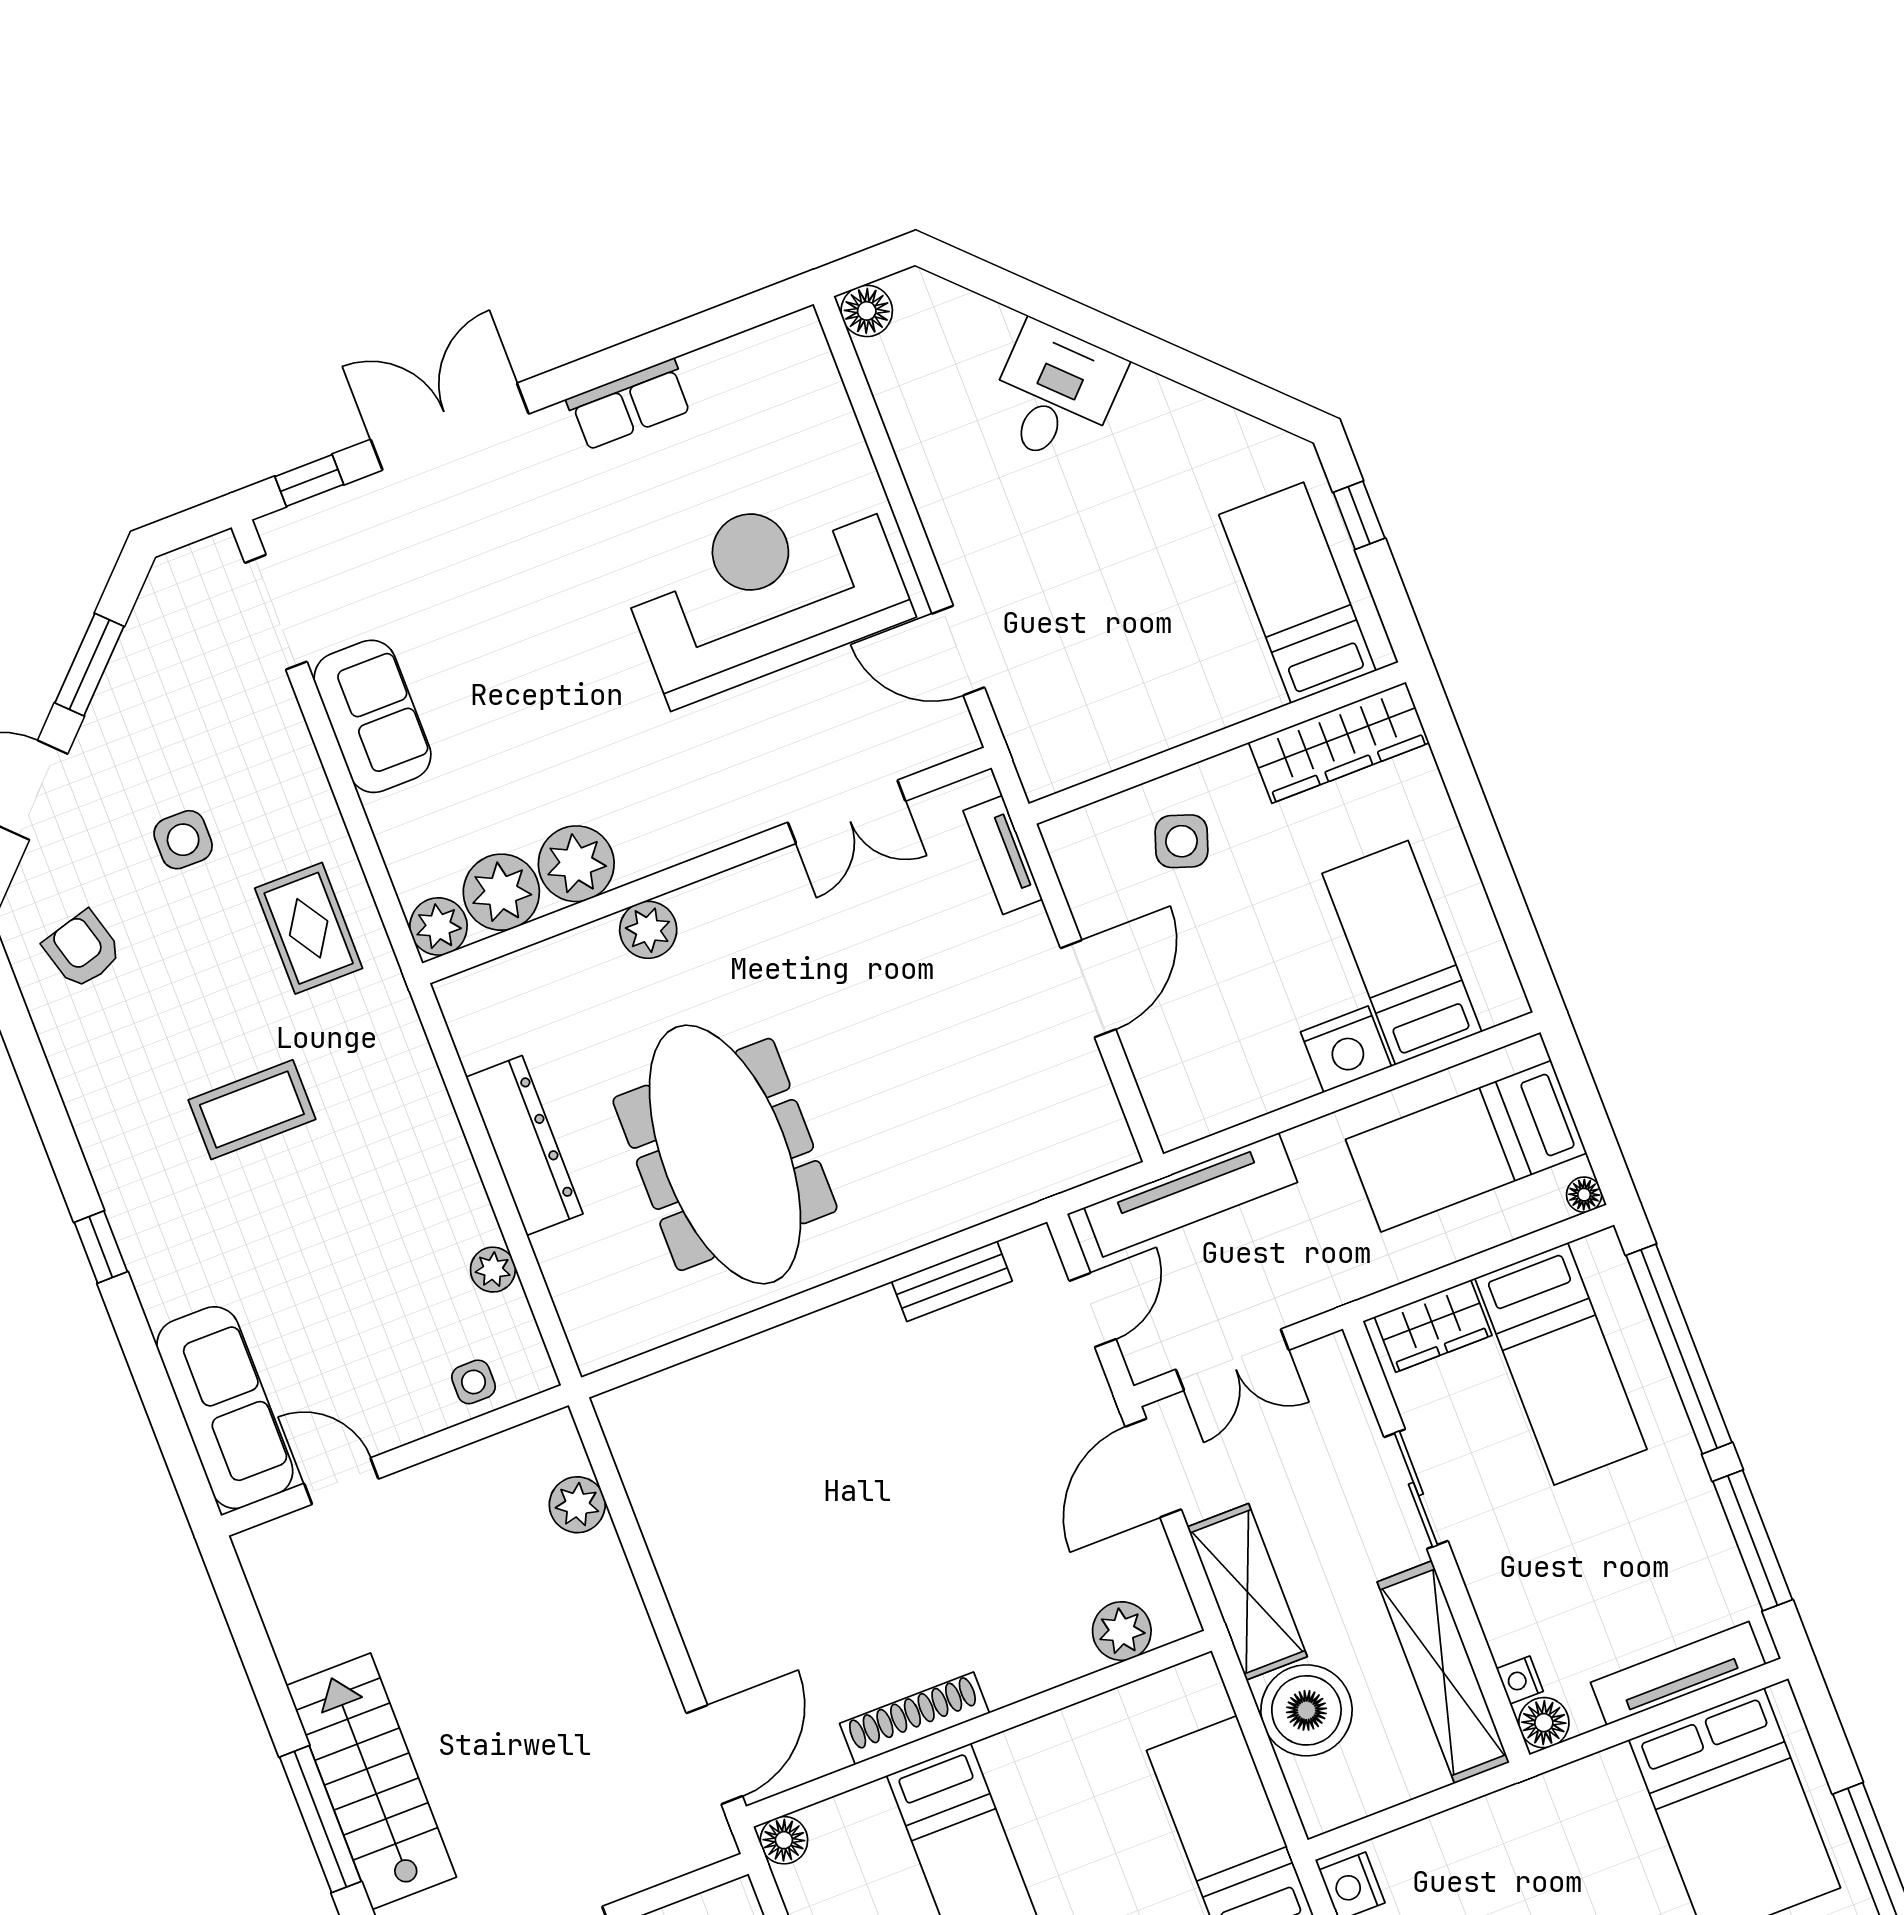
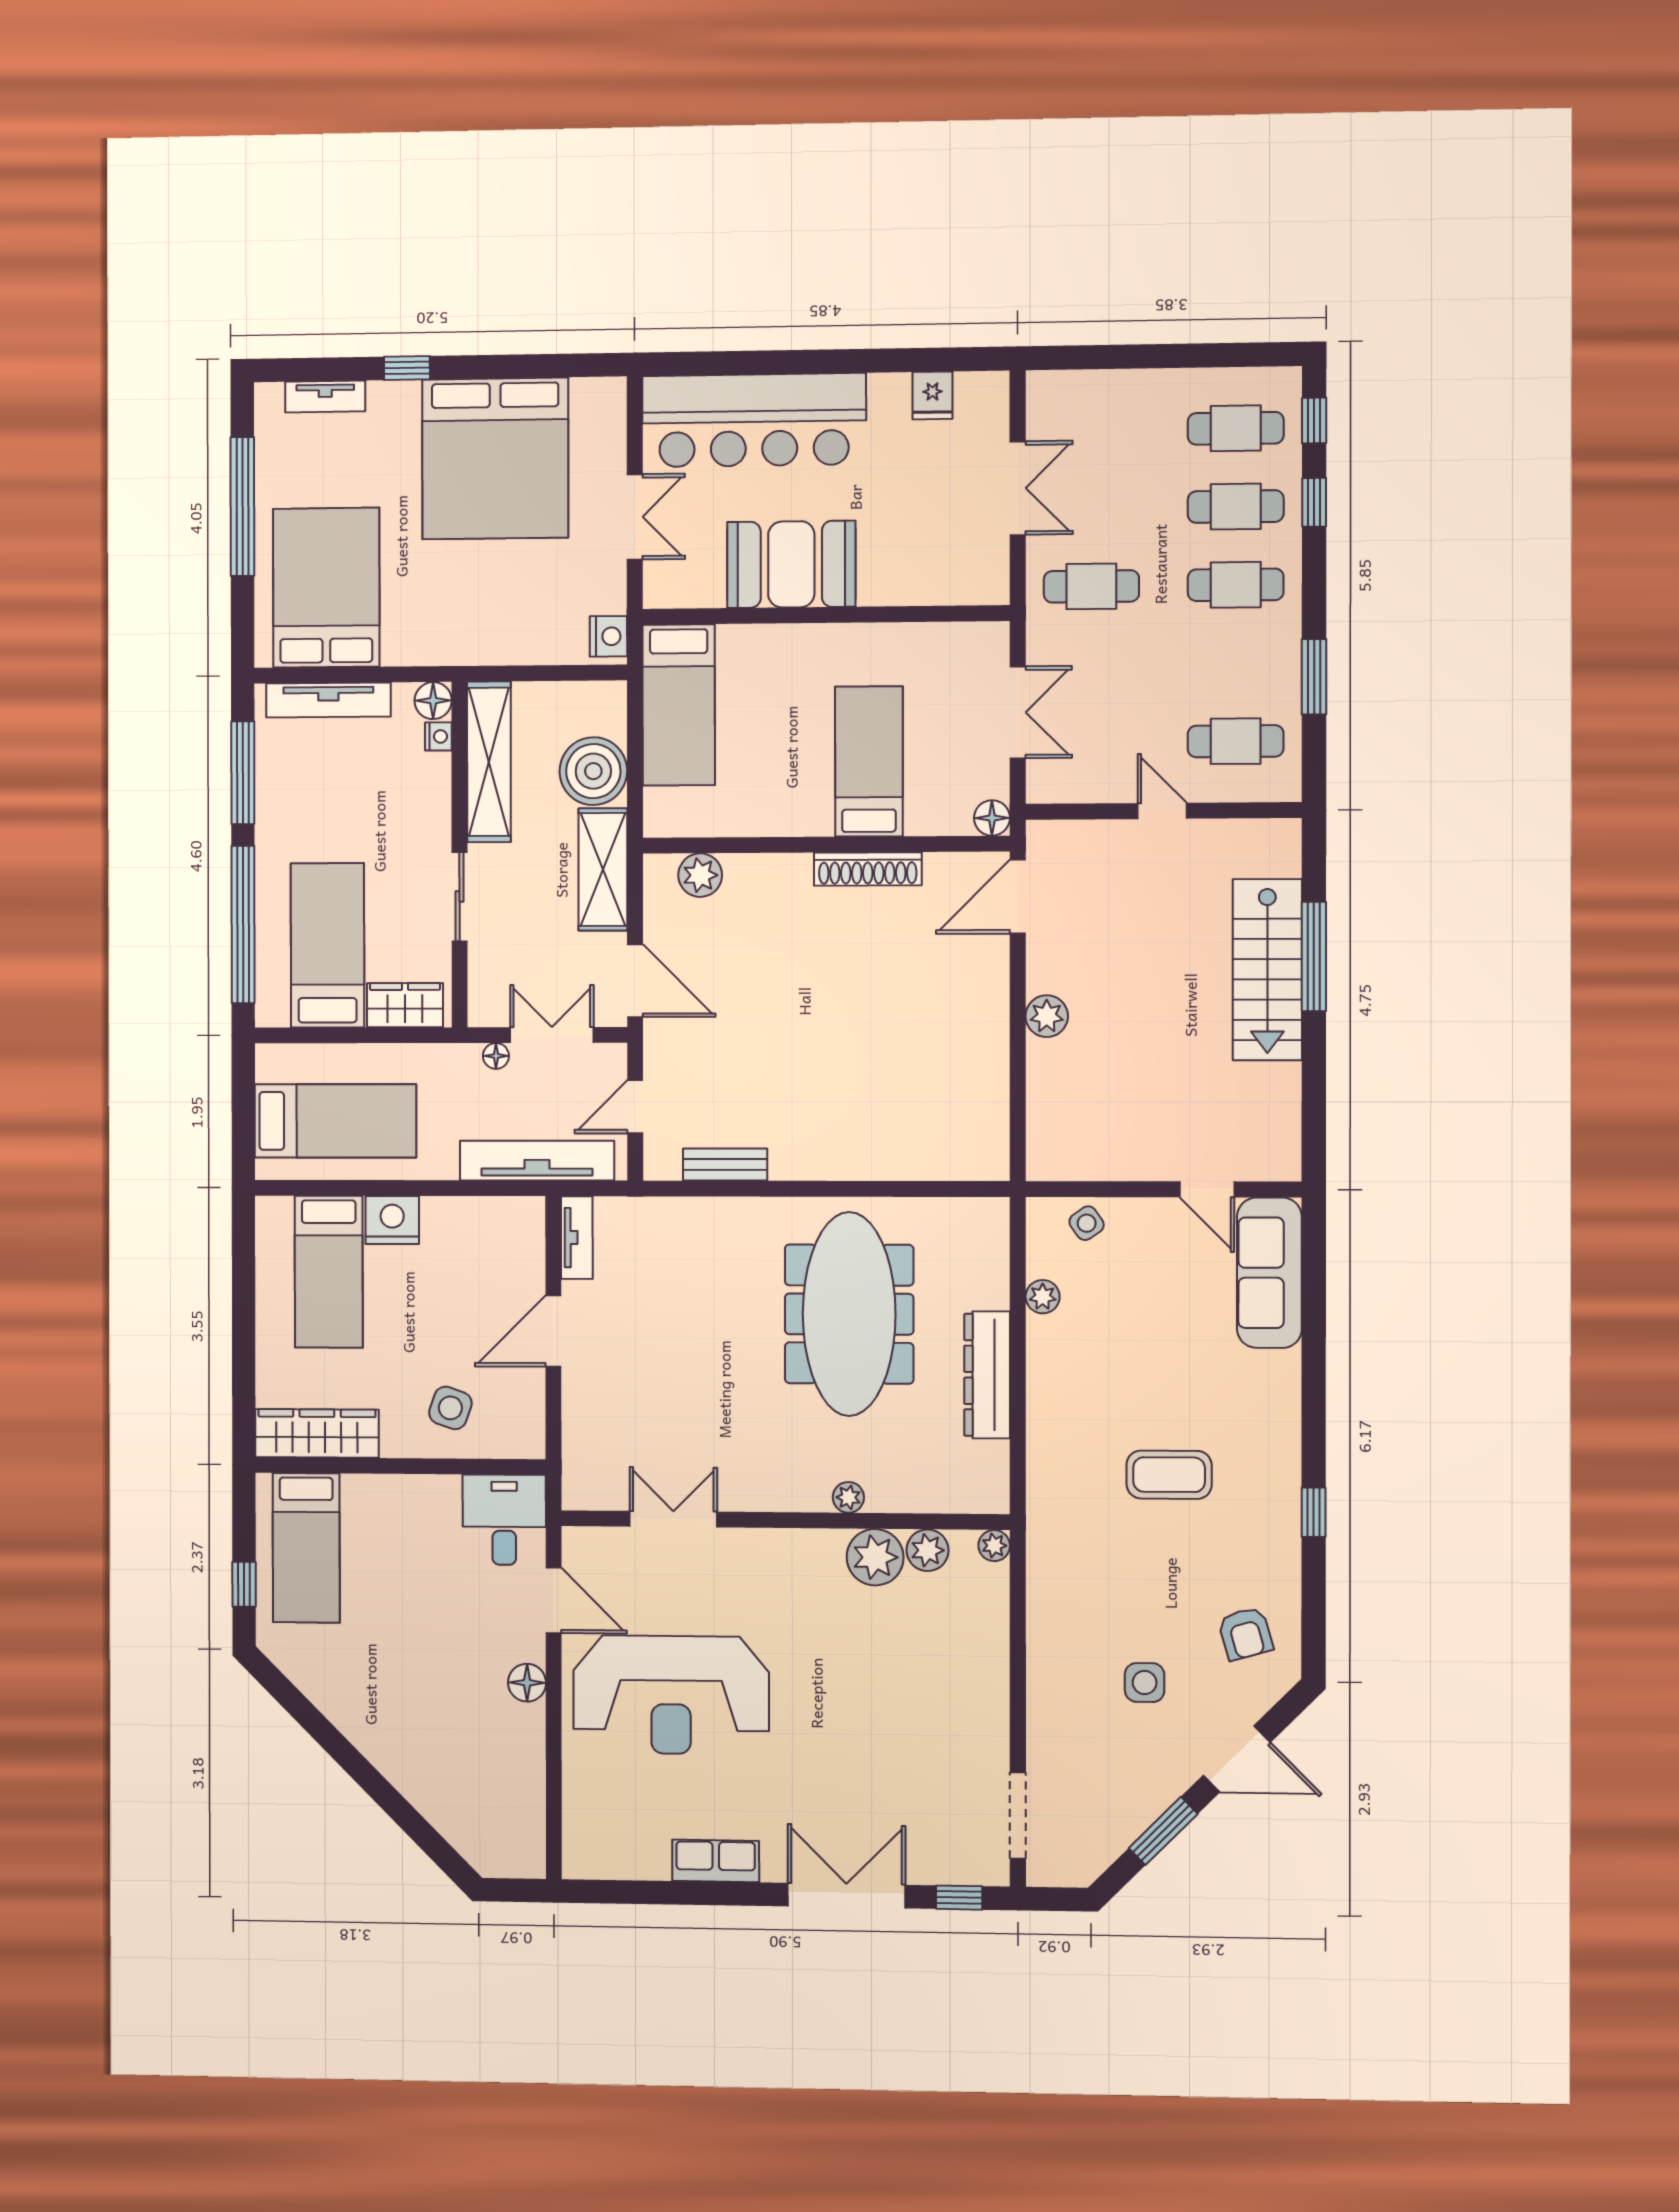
floor lamp: (867, 311) -> (527, 1683), moved
desk: (1055, 394) -> (504, 1520), moved, turned 135
double door: (450, 427) -> (846, 1896), swing flipped
sofa: (373, 716) -> (978, 1716), removed
tv unit: (1003, 855) -> (577, 1238), moved
plant: (501, 892) -> (927, 1550), width x0.73, depth x0.73
plant: (438, 926) -> (994, 1546), width x0.73, depth x0.73
rug: (309, 928) -> (1080, 1586), removed
plant: (648, 930) -> (848, 1497), width x0.73, depth x0.73
floor lamp: (1584, 1195) -> (496, 1056), moved
window: (101, 1247) -> (1314, 1512), moved
side table: (474, 1382) -> (1087, 1223), turned -35
door: (1153, 1468) -> (635, 981), hinge flipped
plant: (577, 1505) -> (1047, 1016), moved

